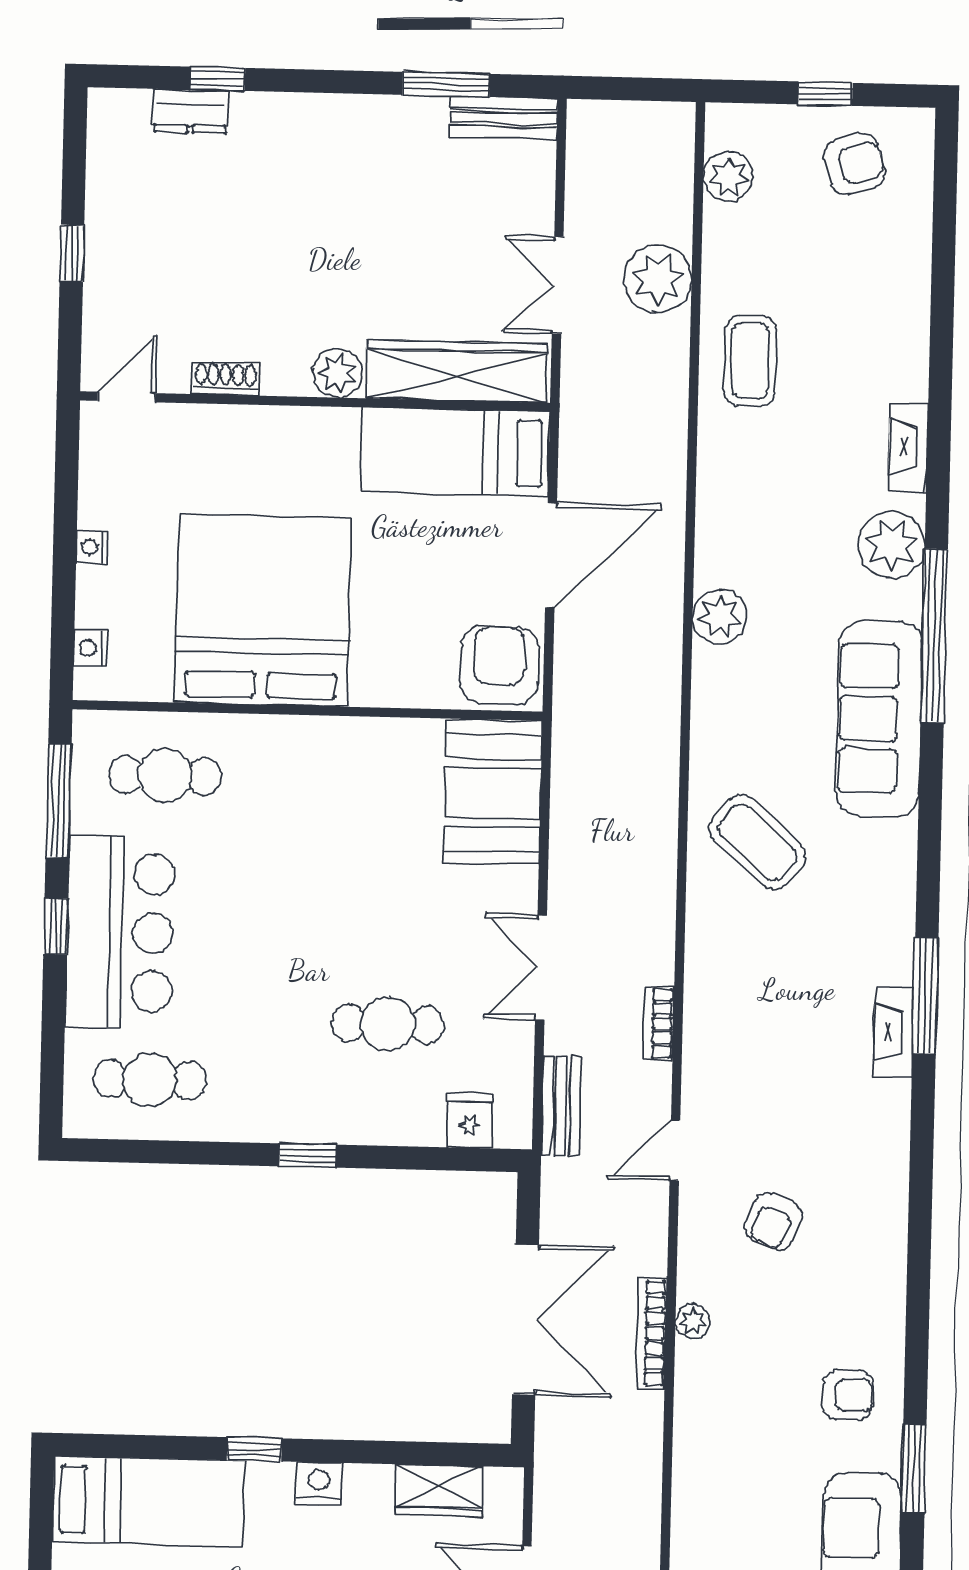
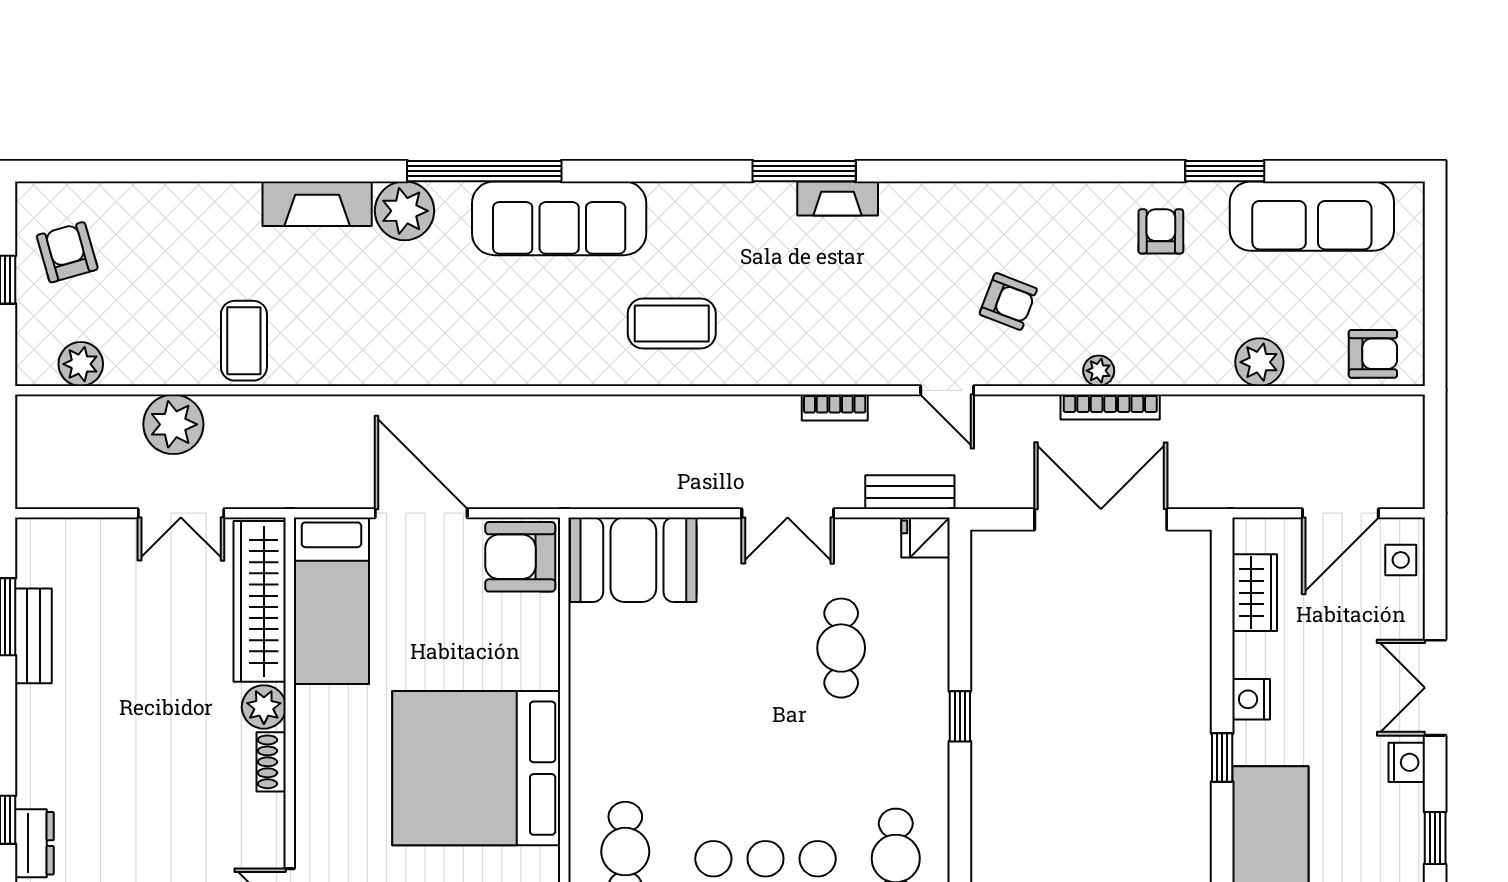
bench: (504, 118) -> (33, 636), moved
coffee table: (750, 361) -> (244, 341), turned 90
shoe rack: (226, 379) -> (271, 762), moved
fireplace: (908, 447) -> (317, 204), width x1.37, depth x1.32
plant: (720, 617) -> (1259, 362), moved
coffee table: (758, 842) -> (672, 323), turned 48
fridge: (470, 1121) -> (925, 537), moved

